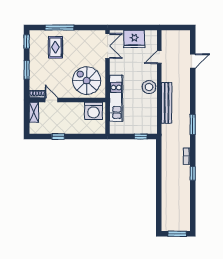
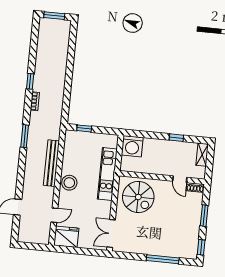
fridge: (134, 39) -> (66, 237), moved
rug: (55, 47) -> (169, 238), removed
washing machine: (93, 111) -> (132, 146), moved, turned 180
shelving: (34, 112) -> (202, 155), moved

